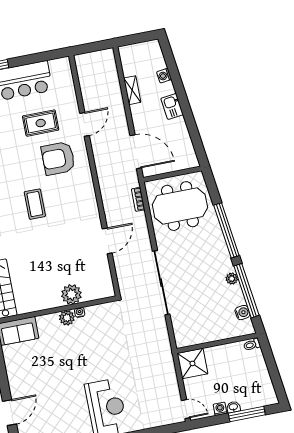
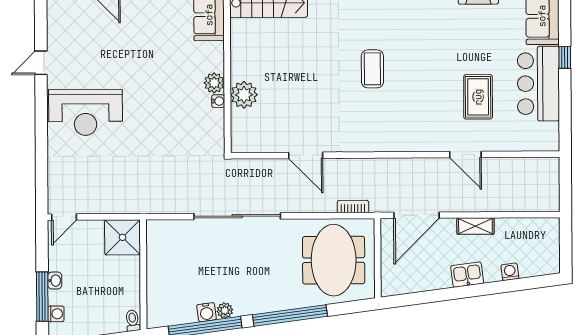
shelving: (132, 90) -> (475, 226), moved
armchair: (58, 158) -> (427, 111), removed
coffee table: (35, 204) -> (372, 69), turned 90
water cooler: (242, 313) -> (206, 312), moved
washing machine: (220, 409) -> (56, 314), moved

